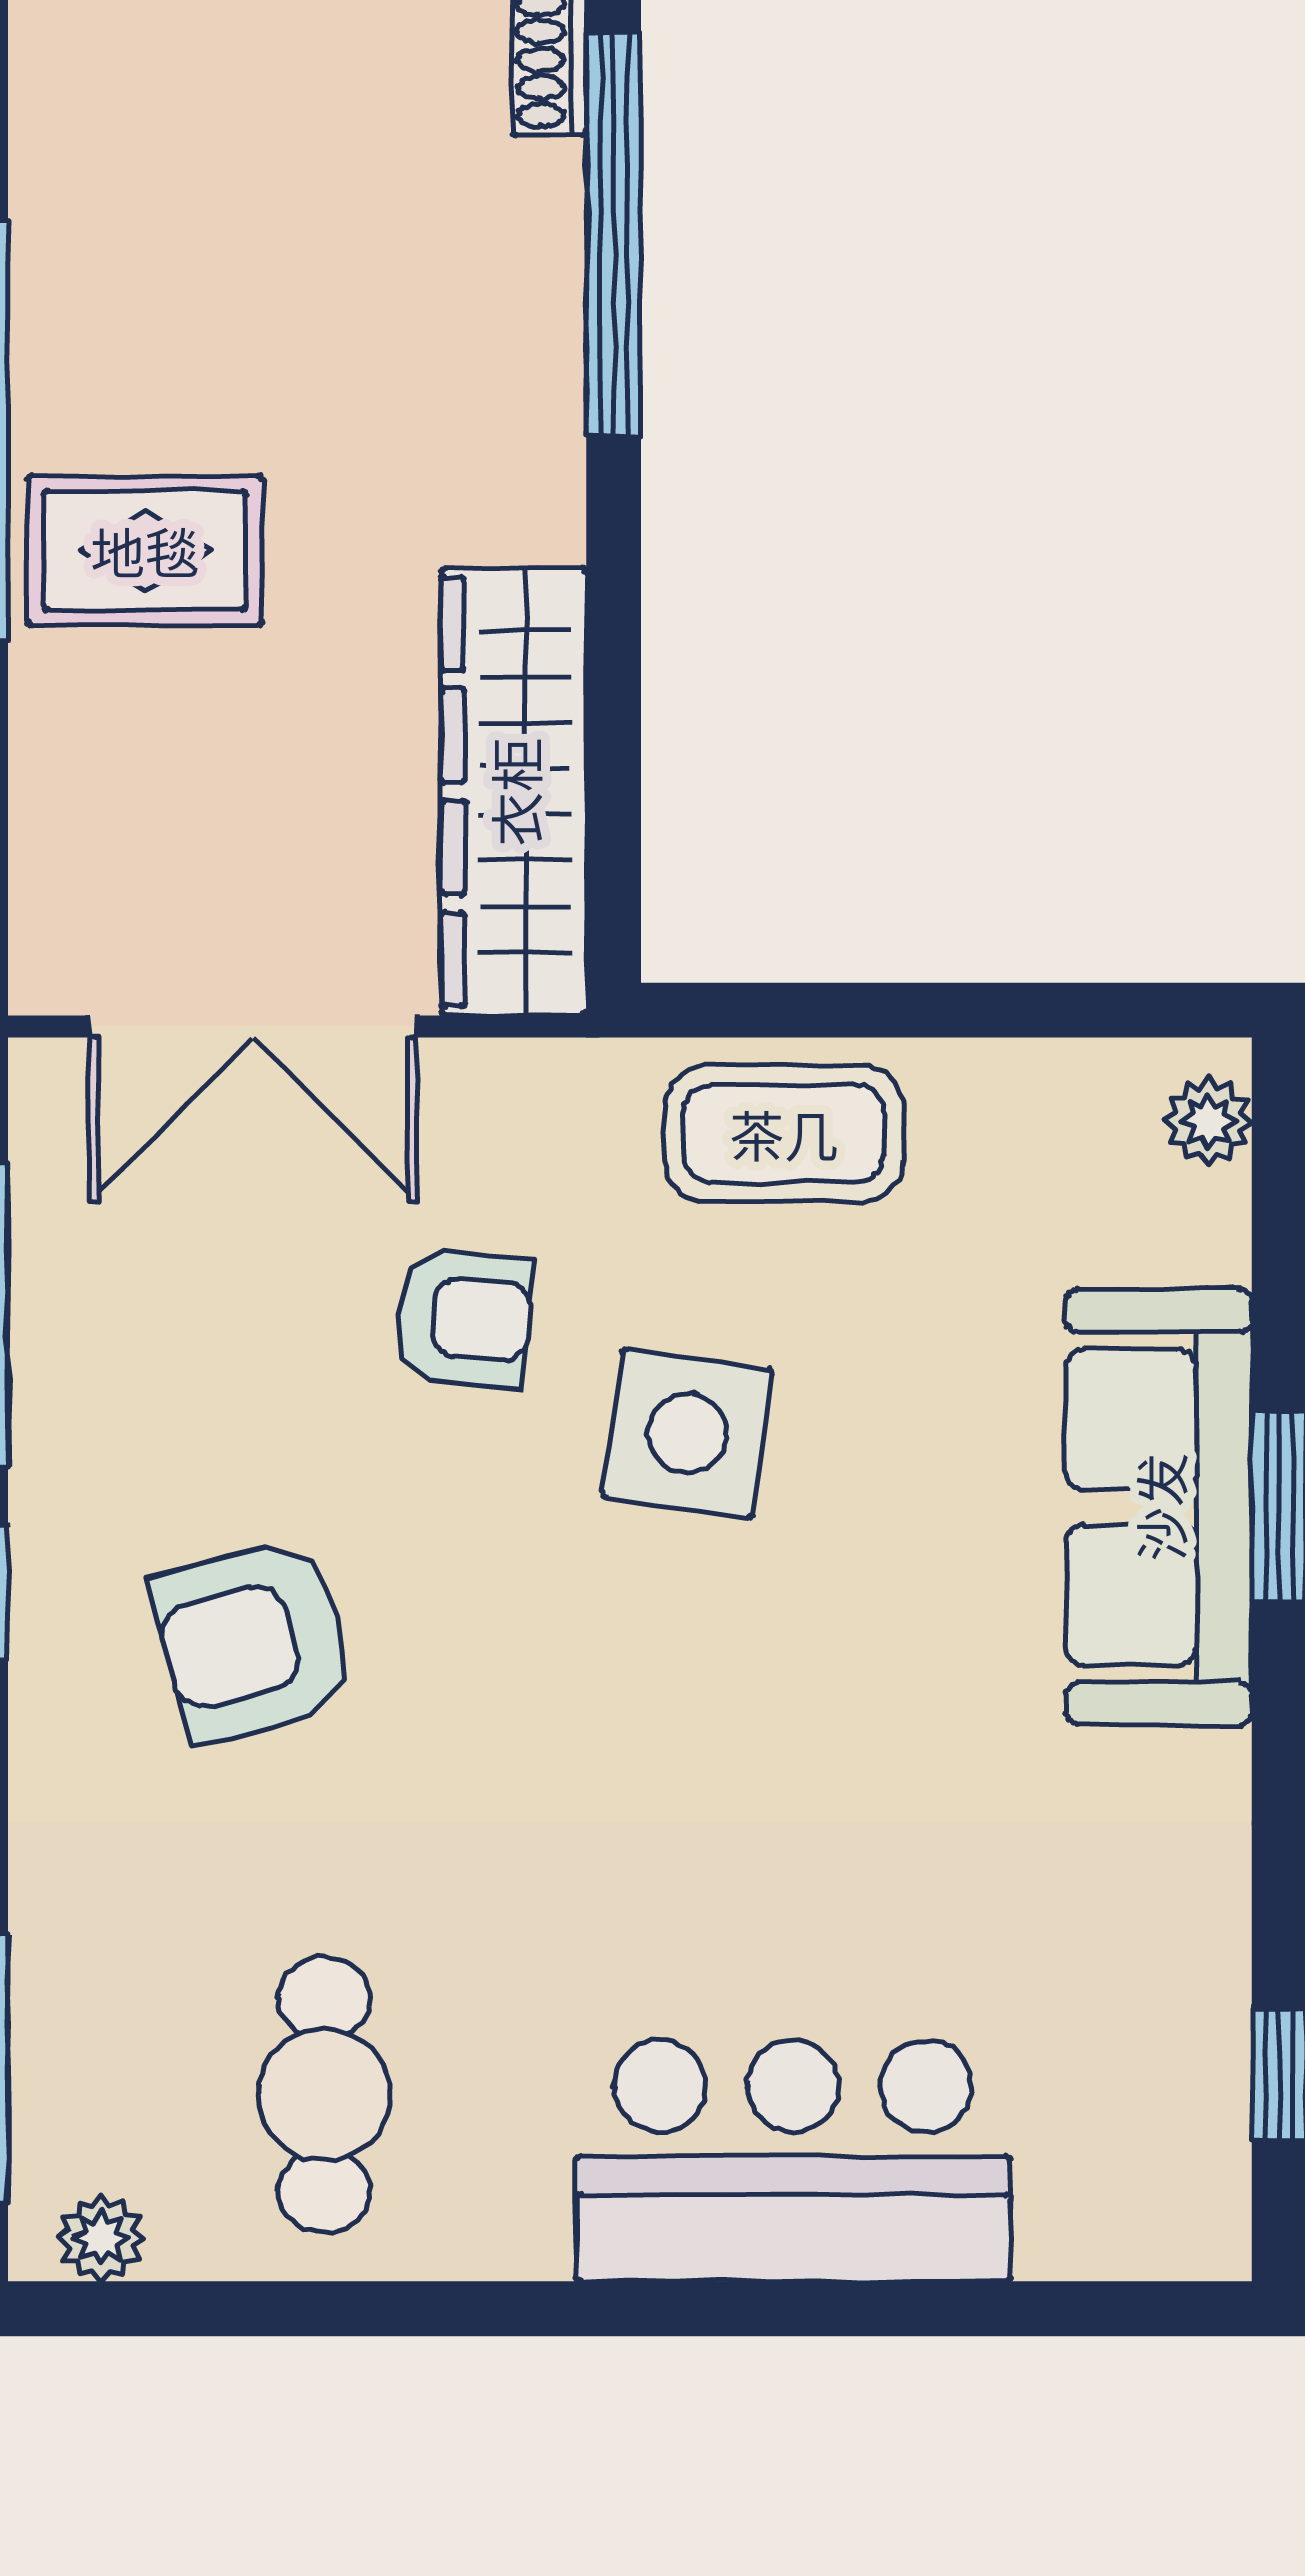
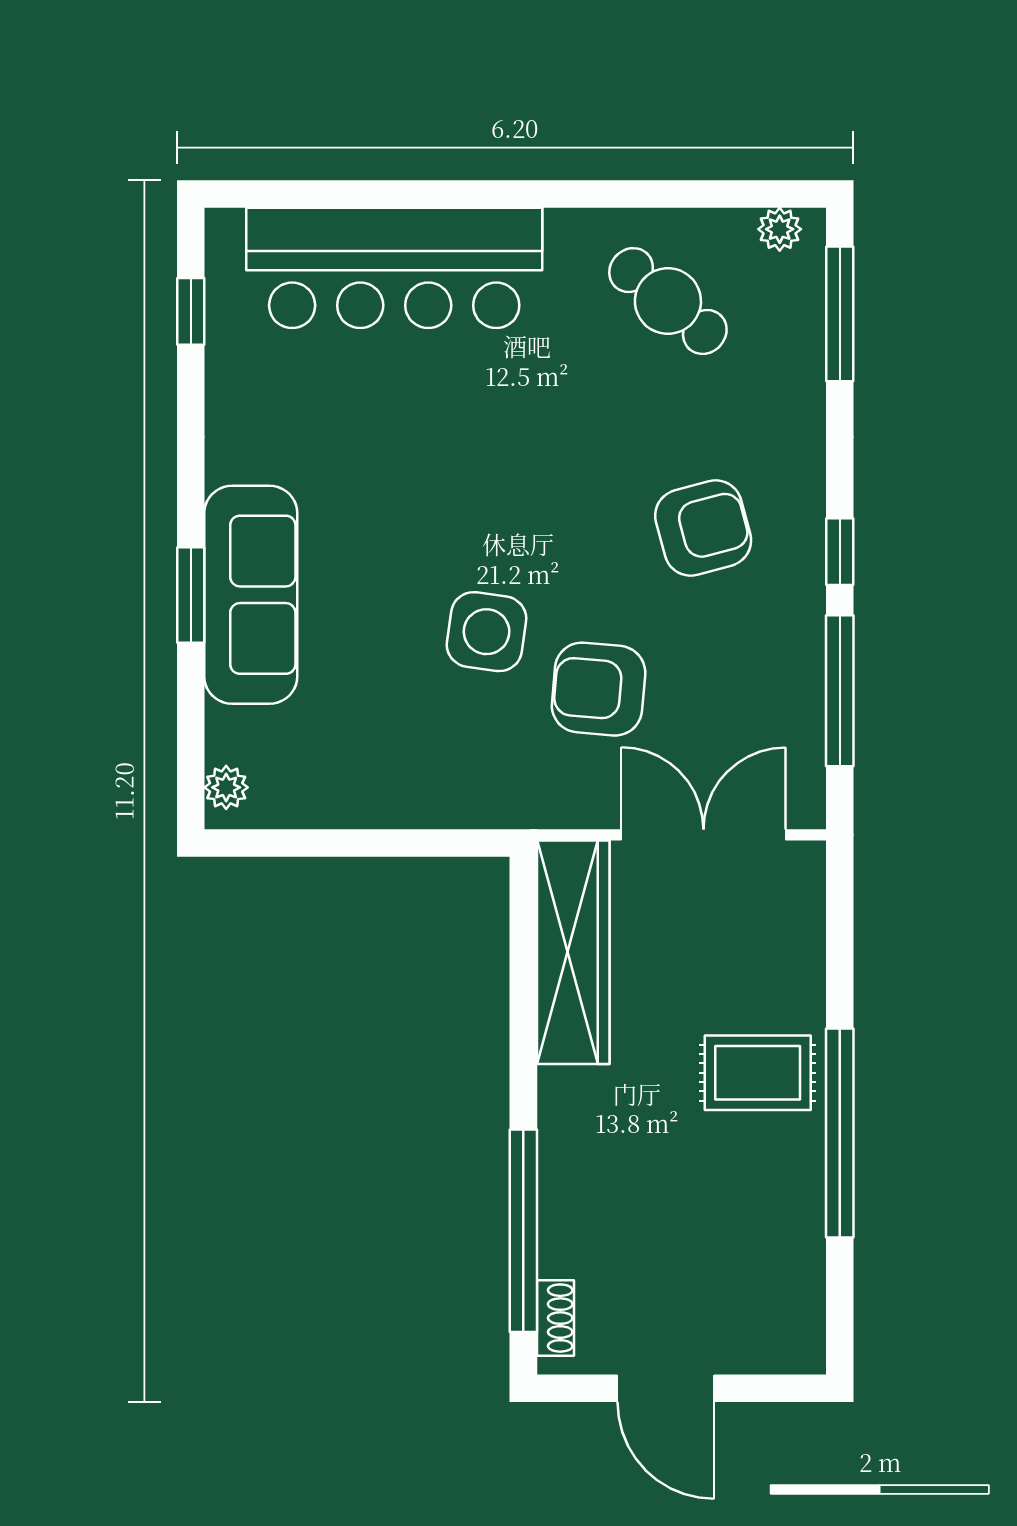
coffee table: (784, 1133) -> (438, 781), removed
armchair: (463, 1318) -> (599, 689), width x1.38, depth x1.38
cafe table: (324, 2095) -> (668, 301), turned -50
bar counter: (793, 2161) -> (394, 268), width x1.36

